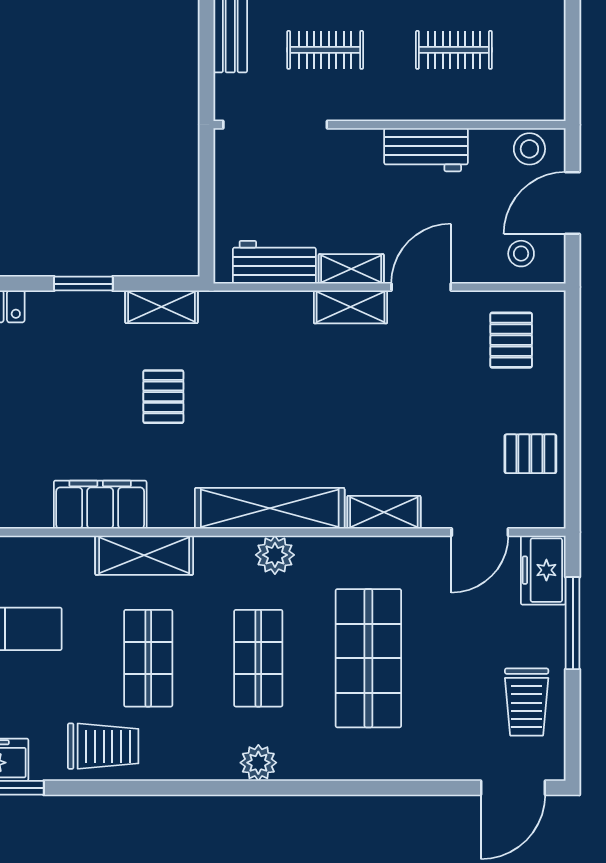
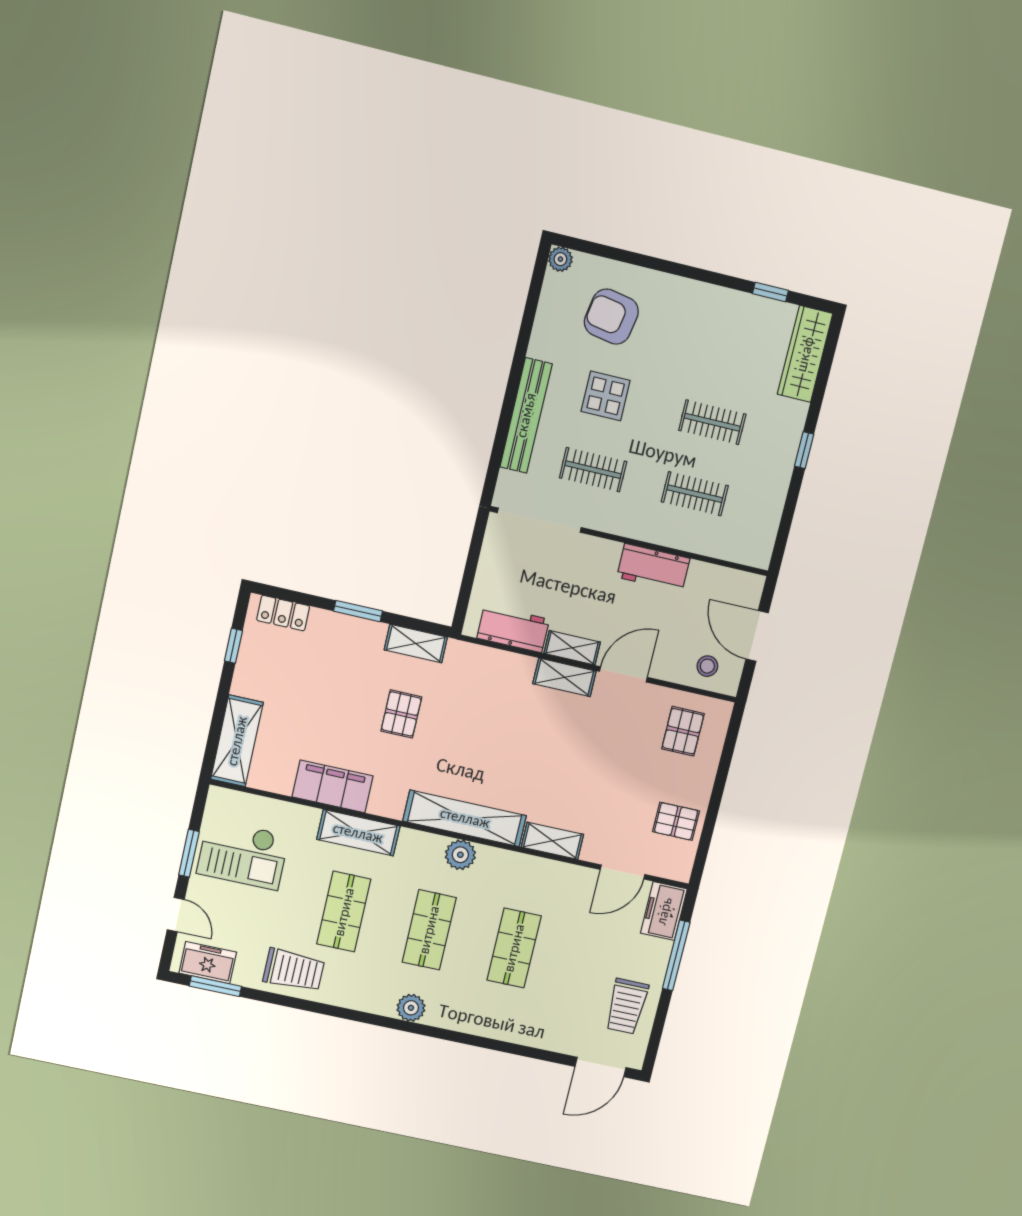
stool: (529, 149) -> (734, 586), removed
door: (573, 203) -> (757, 636), hinge flipped
shop shelf: (368, 658) -> (514, 948), width x0.70, depth x0.74

